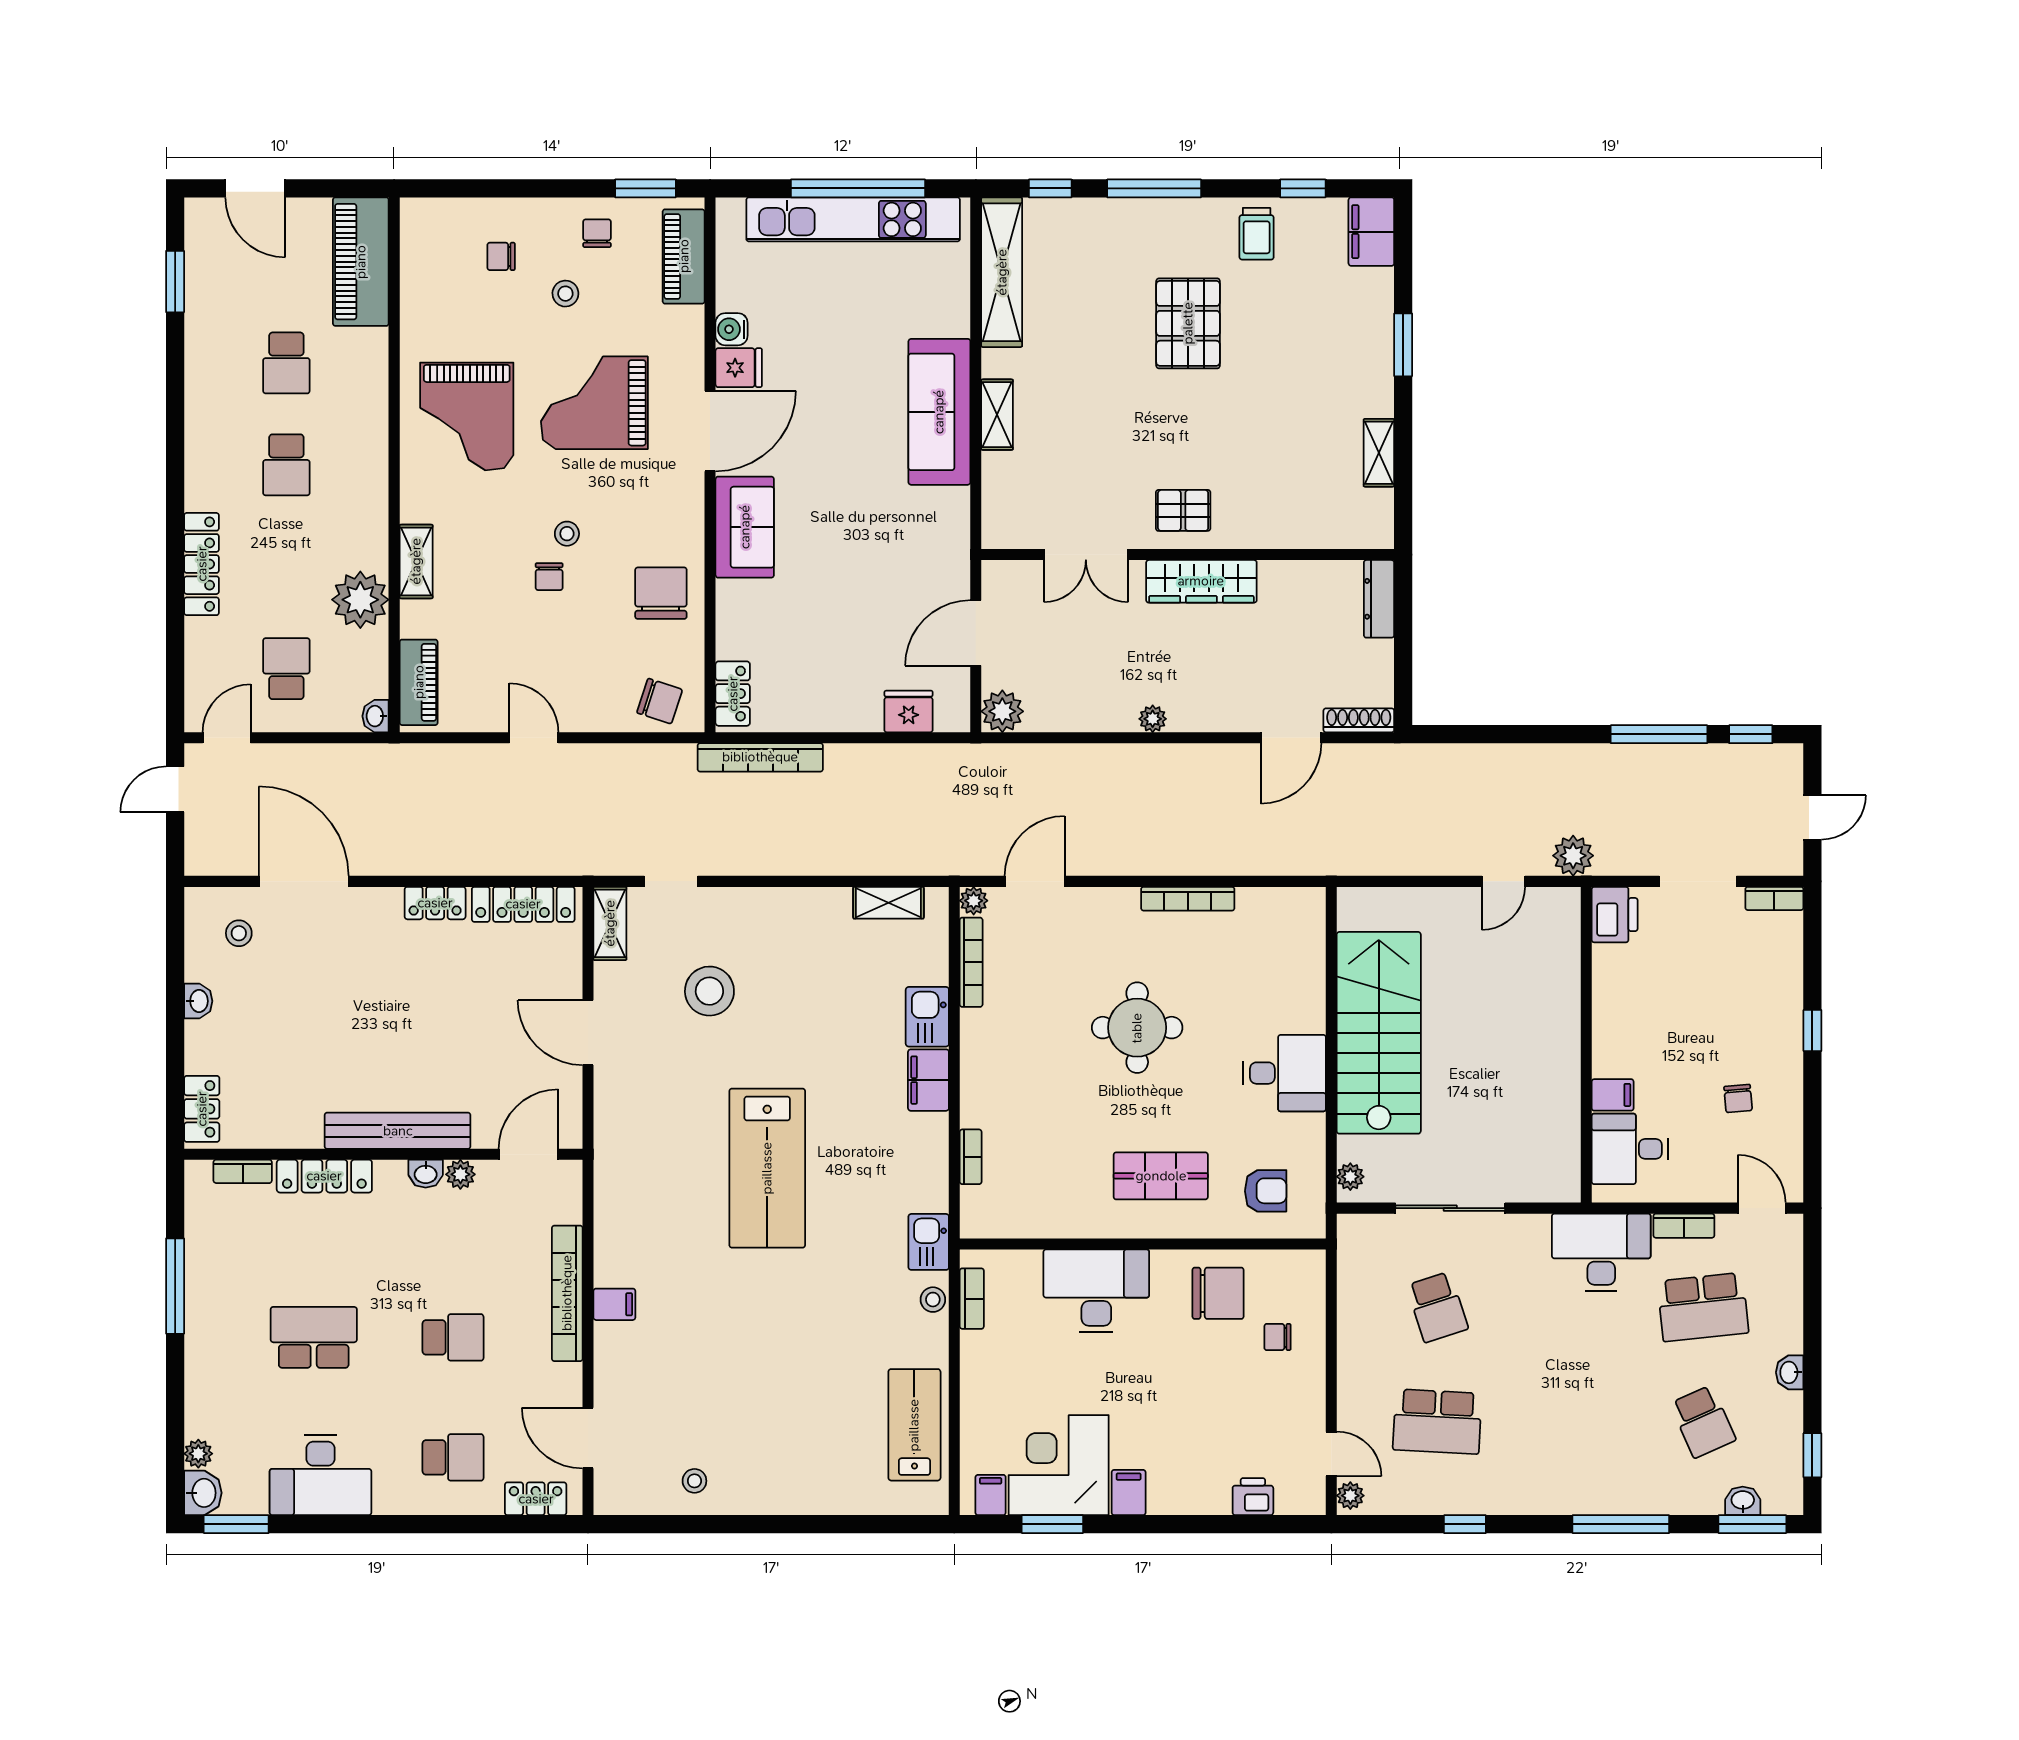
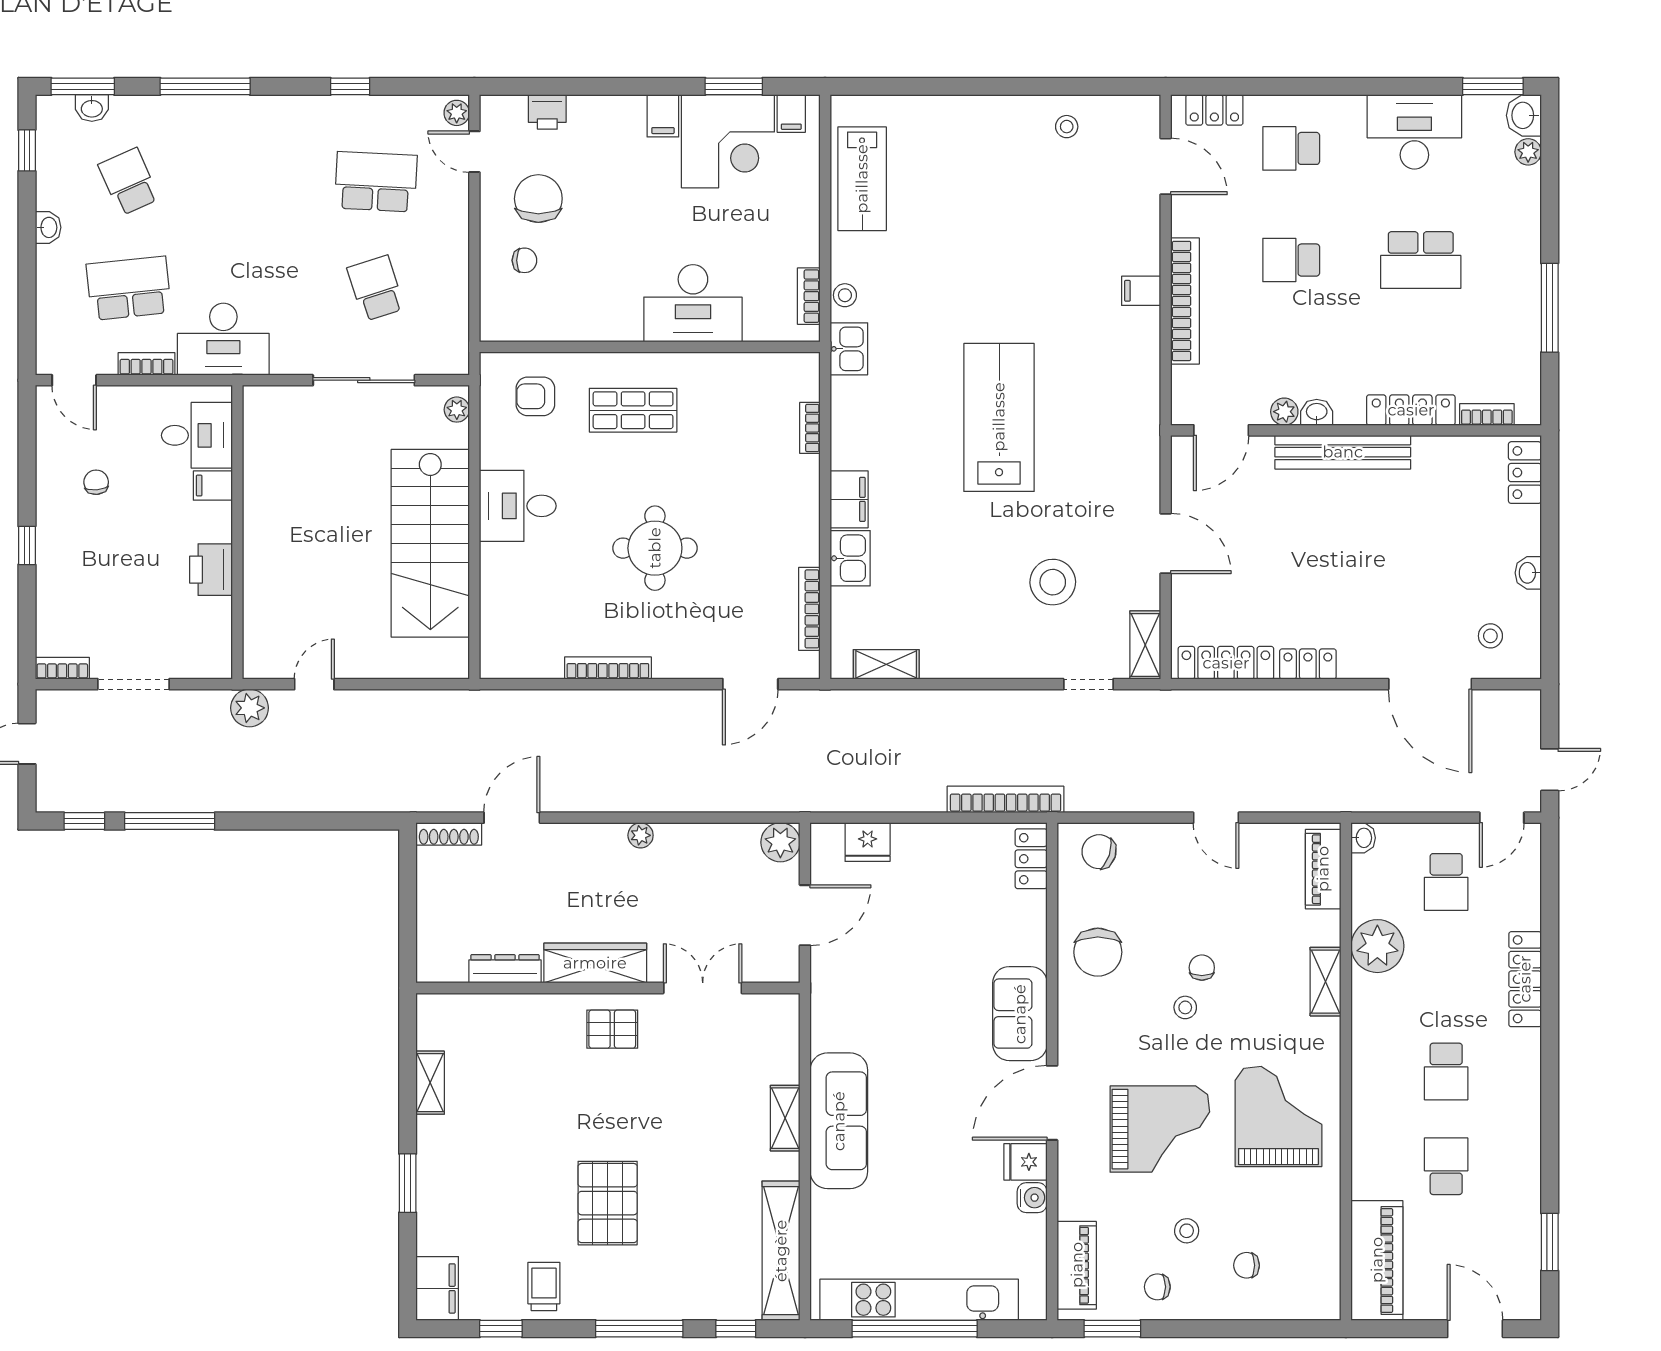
chair: (597, 233) -> (1157, 1287), turned 90
chair: (501, 256) -> (1247, 1265), turned 180
school desk: (286, 465) -> (1446, 1071), turned 180
dresser: (1379, 599) -> (505, 969), moved, turned -90
plant: (974, 901) -> (807, 666), removed
printer: (1615, 915) -> (211, 570), moved
chair: (1218, 1293) -> (538, 199), moved, turned 90

